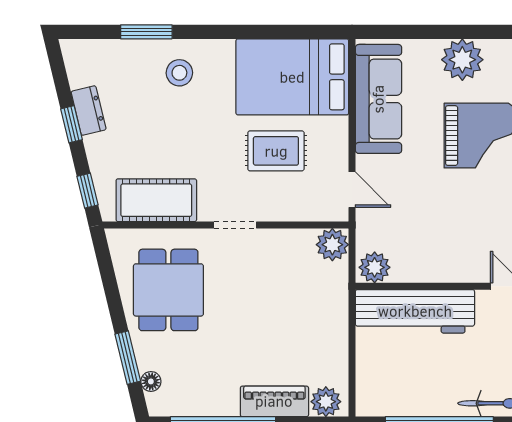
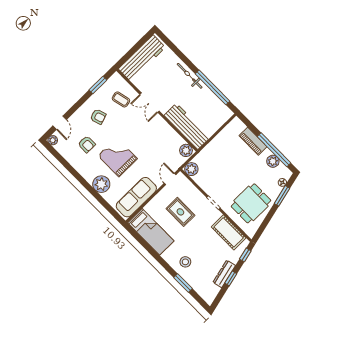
bed: (292, 77) -> (151, 232), width x0.67
dresser: (89, 111) -> (224, 274), width x1.44
plant: (326, 402) -> (273, 161), moved

